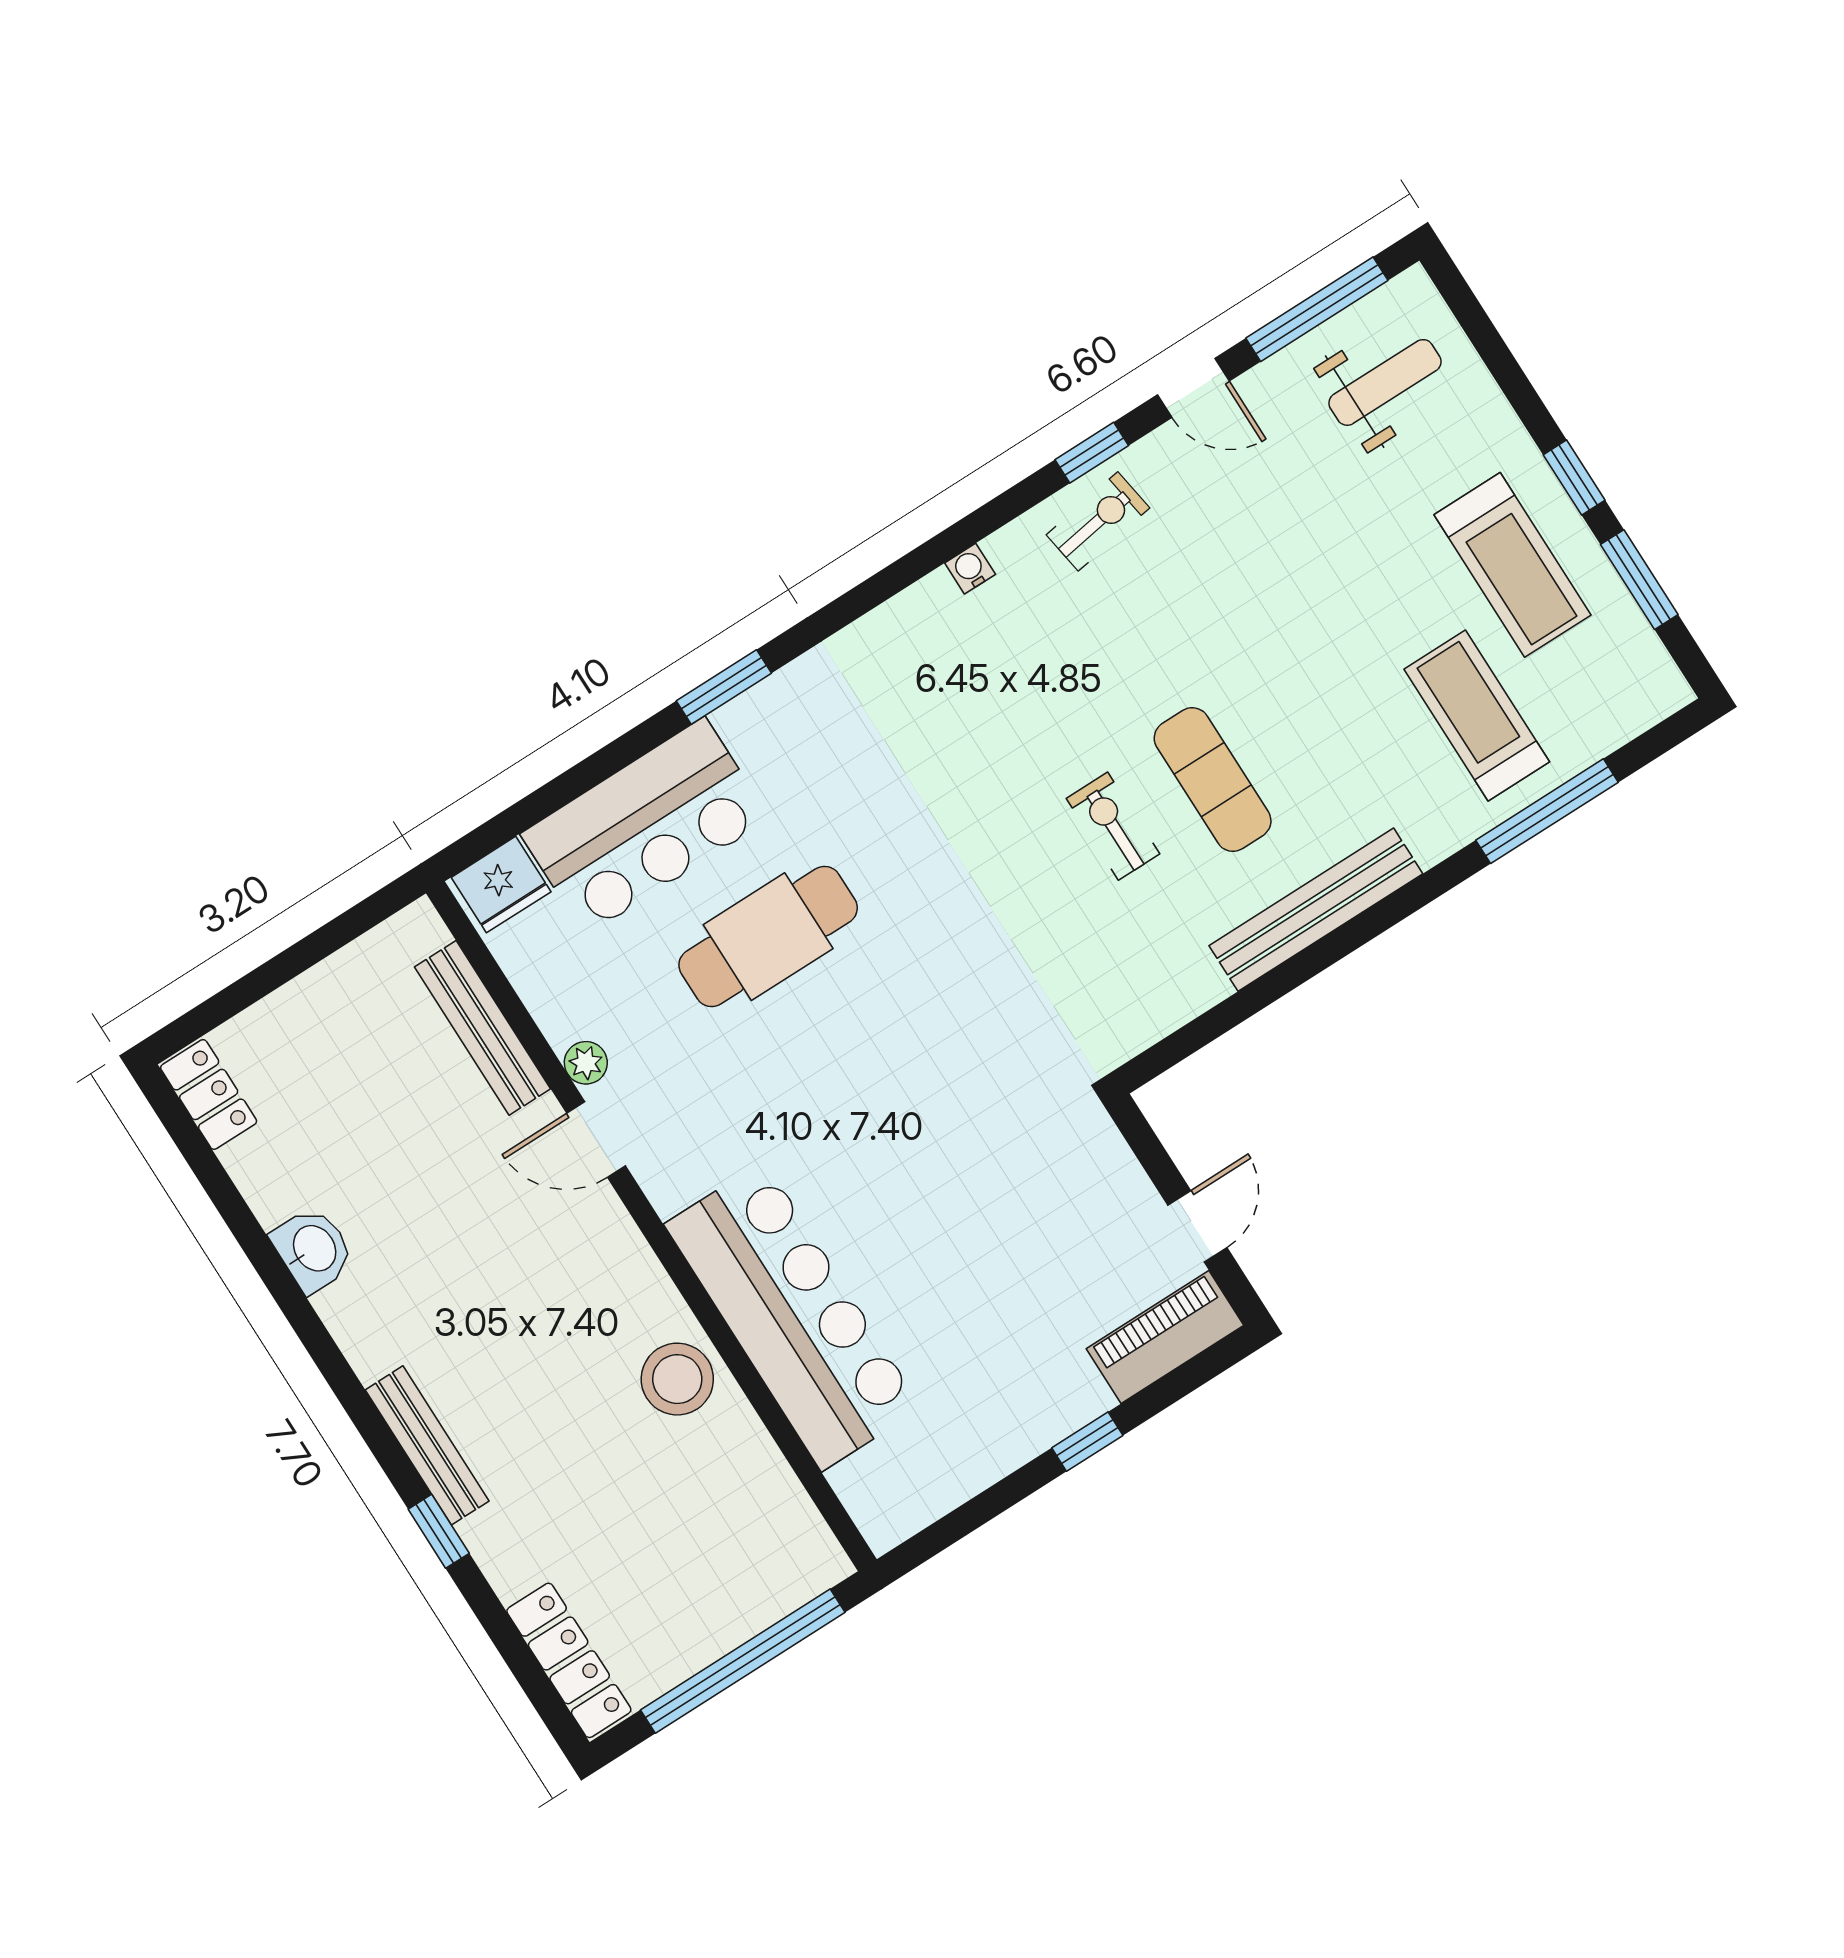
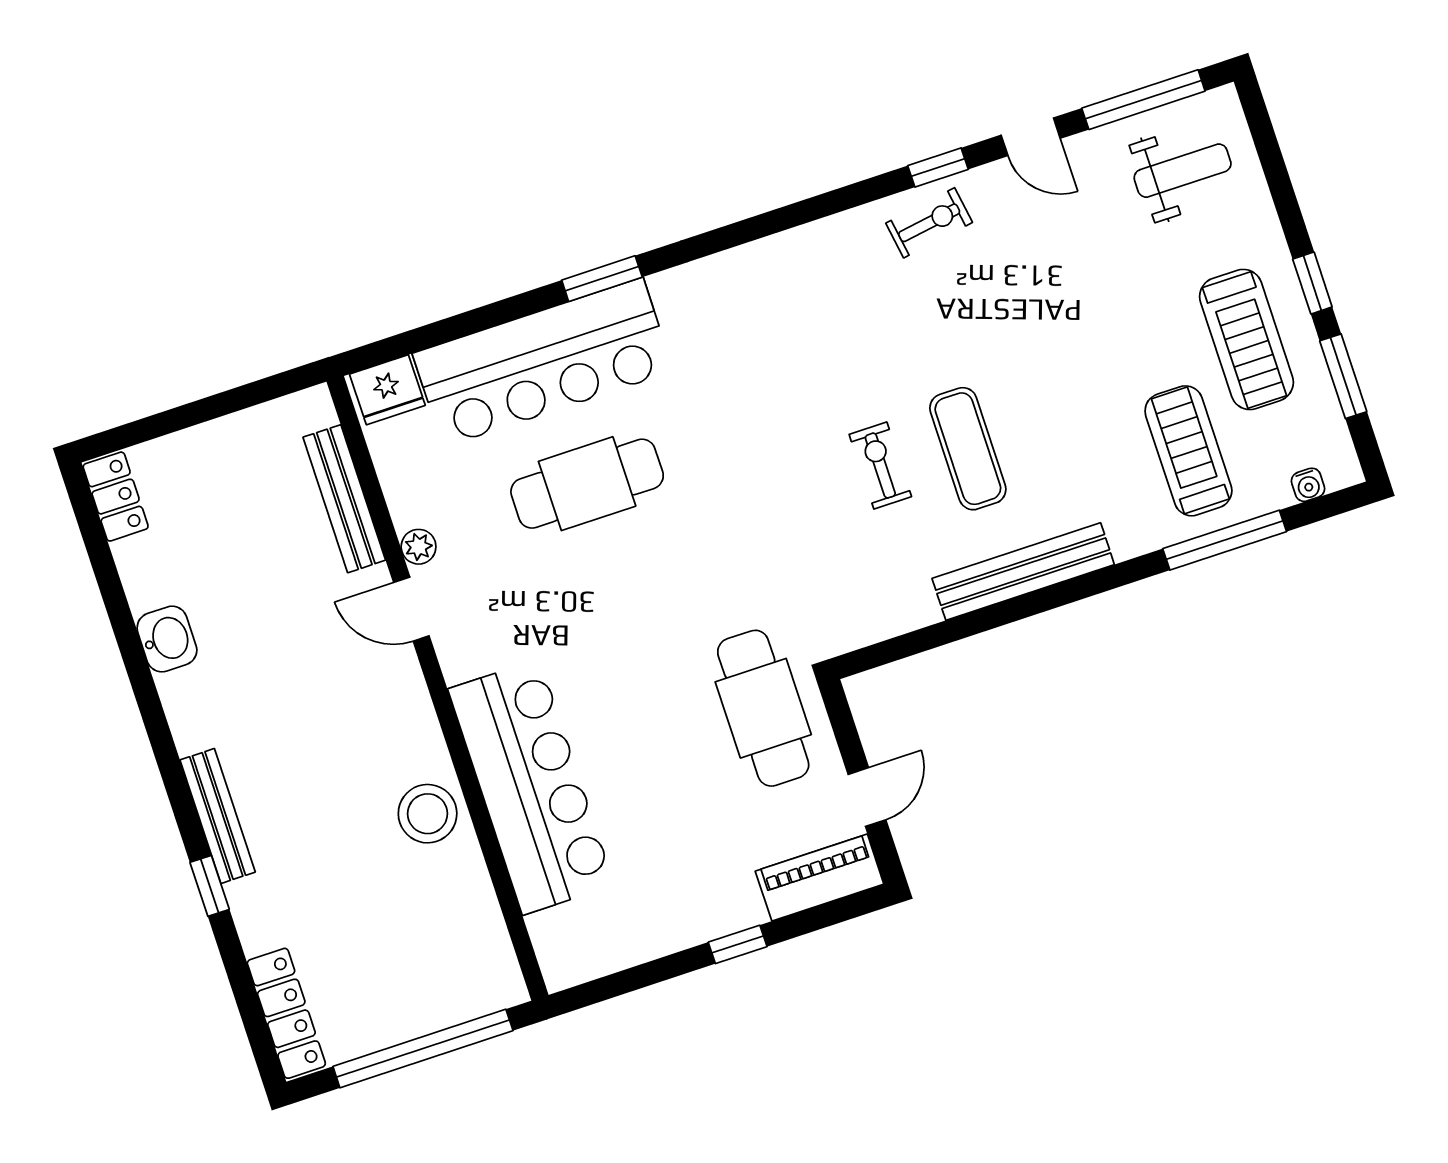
water cooler: (970, 569) -> (1308, 485), moved, turned 180
bar counter: (645, 826) -> (543, 362), width x1.36
cafe table: (1046, 1152) -> (763, 708), added

